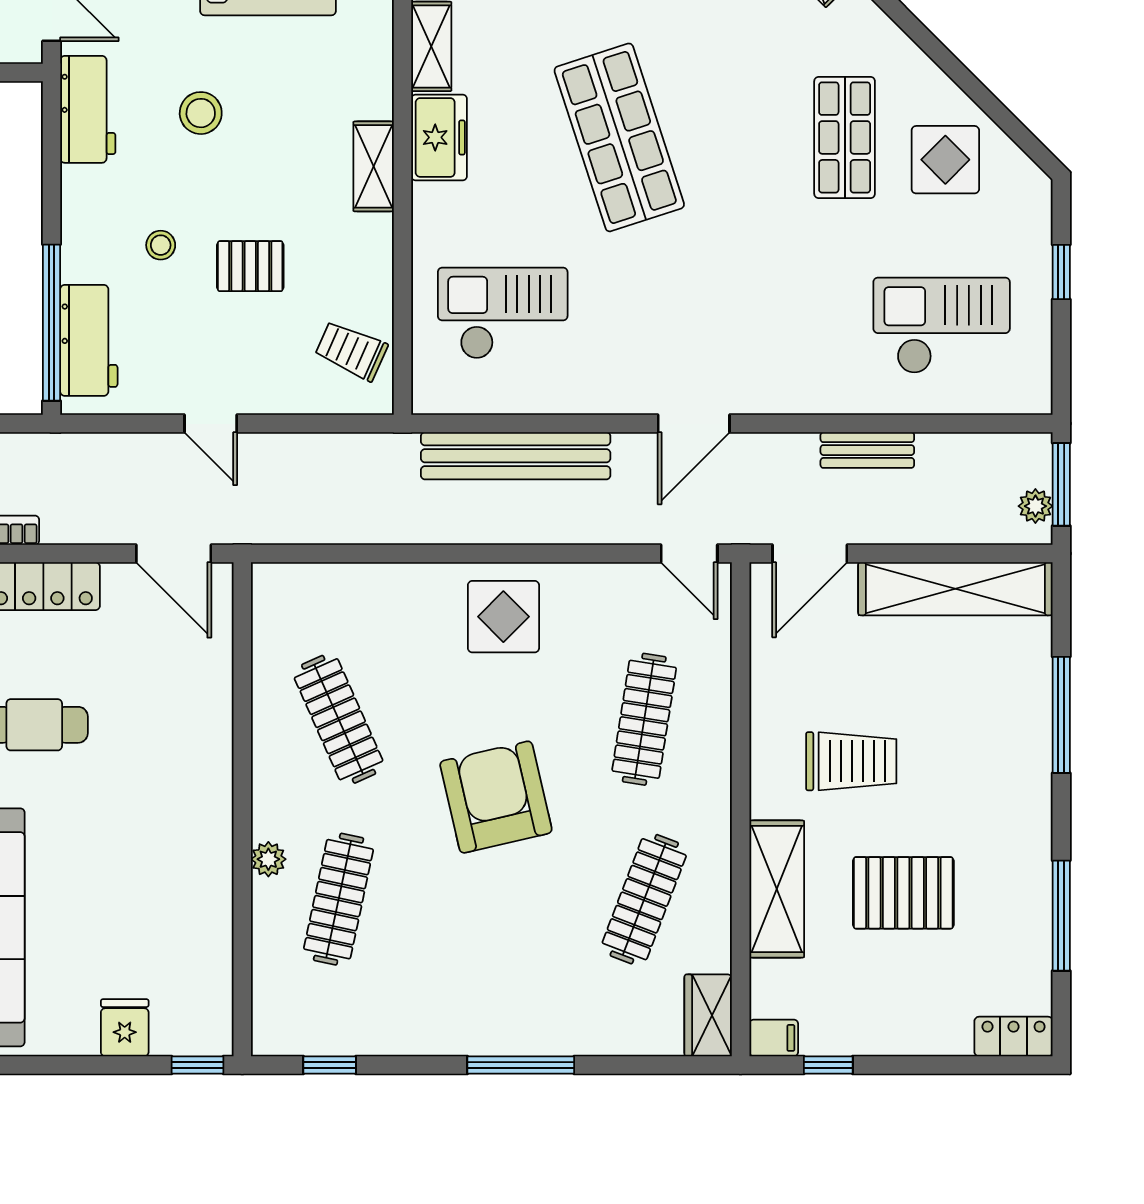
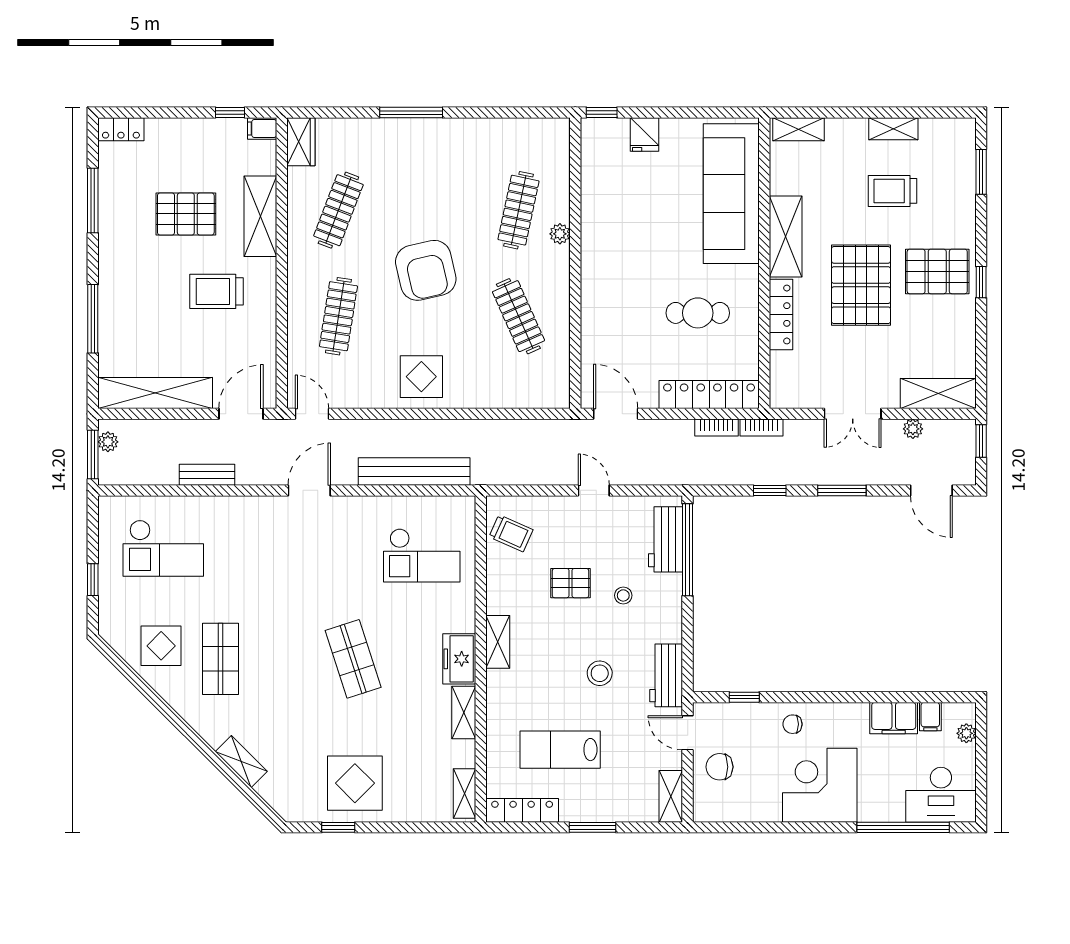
shop shelf: (619, 137) -> (353, 659), width x0.70, depth x0.74
window: (330, 1065) -> (524, 113), removed

